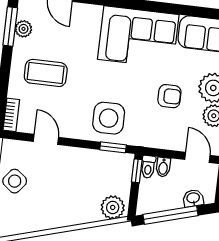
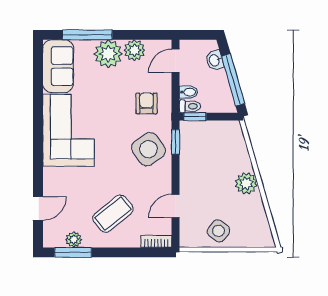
coffee table: (46, 73) -> (113, 214), turned 51
armchair: (169, 96) -> (147, 103), moved
side table: (109, 118) -> (148, 149), turned -35
plant: (113, 207) -> (246, 183), moved

